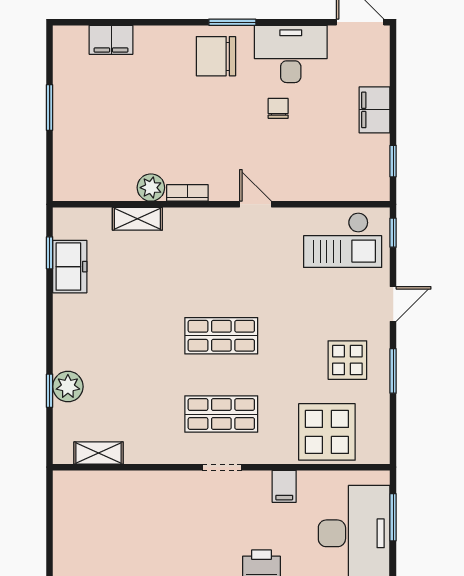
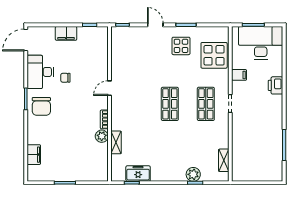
checkout: (343, 240) -> (126, 48), removed

